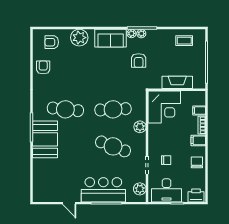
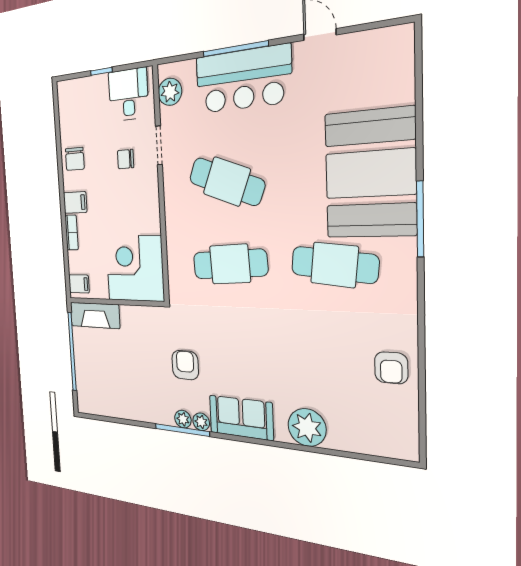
coffee table: (184, 41) -> (109, 396), removed
armchair: (52, 42) -> (371, 425), removed
fireplace: (177, 82) -> (95, 315), moved
filing cabinet: (199, 110) -> (79, 284), moved
plant: (140, 127) -> (176, 227), removed
booth: (45, 139) -> (370, 174), width x1.36, depth x1.42
desk: (167, 190) -> (128, 94), width x0.73
printer: (196, 195) -> (72, 92), removed

